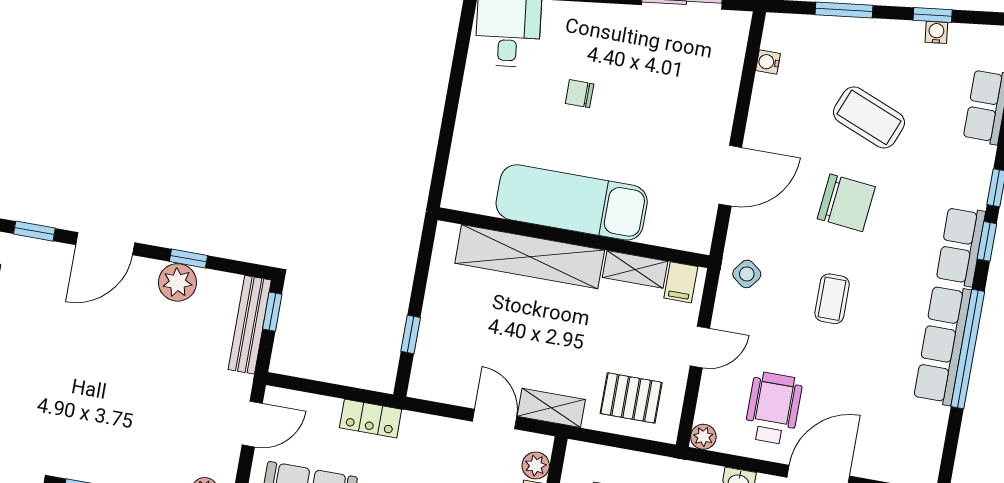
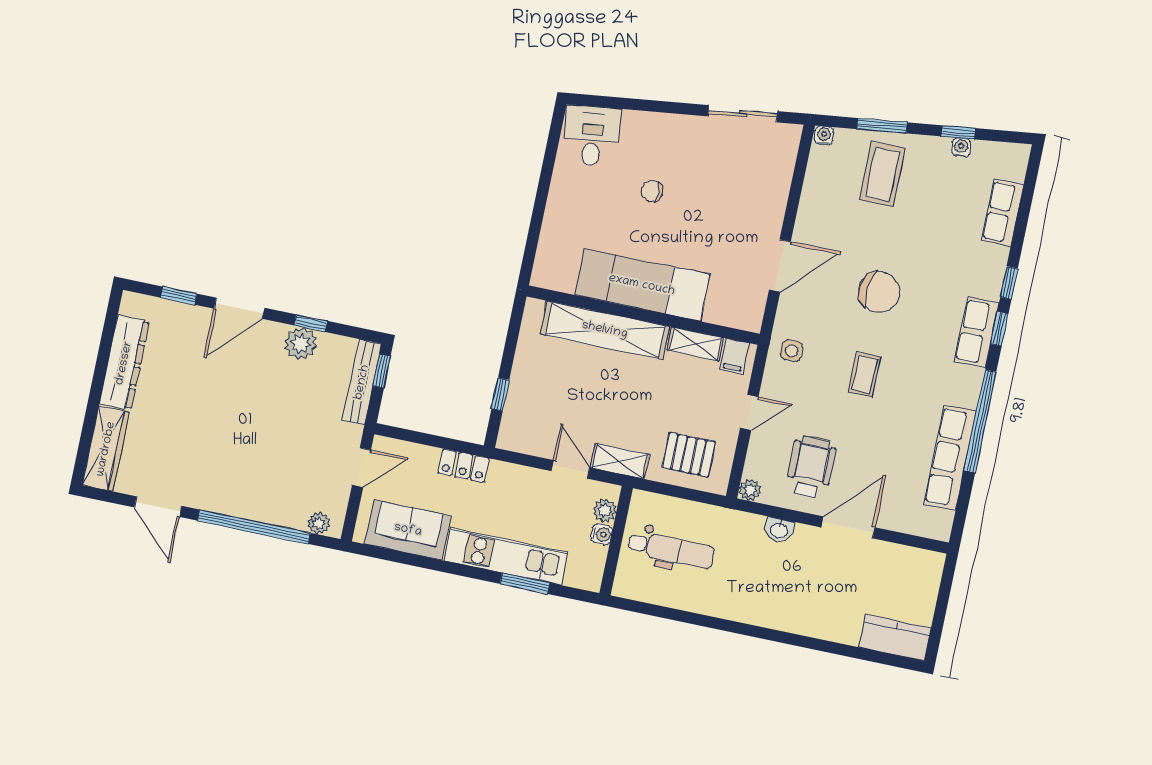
water cooler: (768, 62) -> (824, 136), moved, turned 83
coffee table: (869, 117) -> (882, 174), moved, turned 68
side table: (747, 274) -> (792, 351), turned -38
row of seats: (942, 345) -> (950, 458), moved

